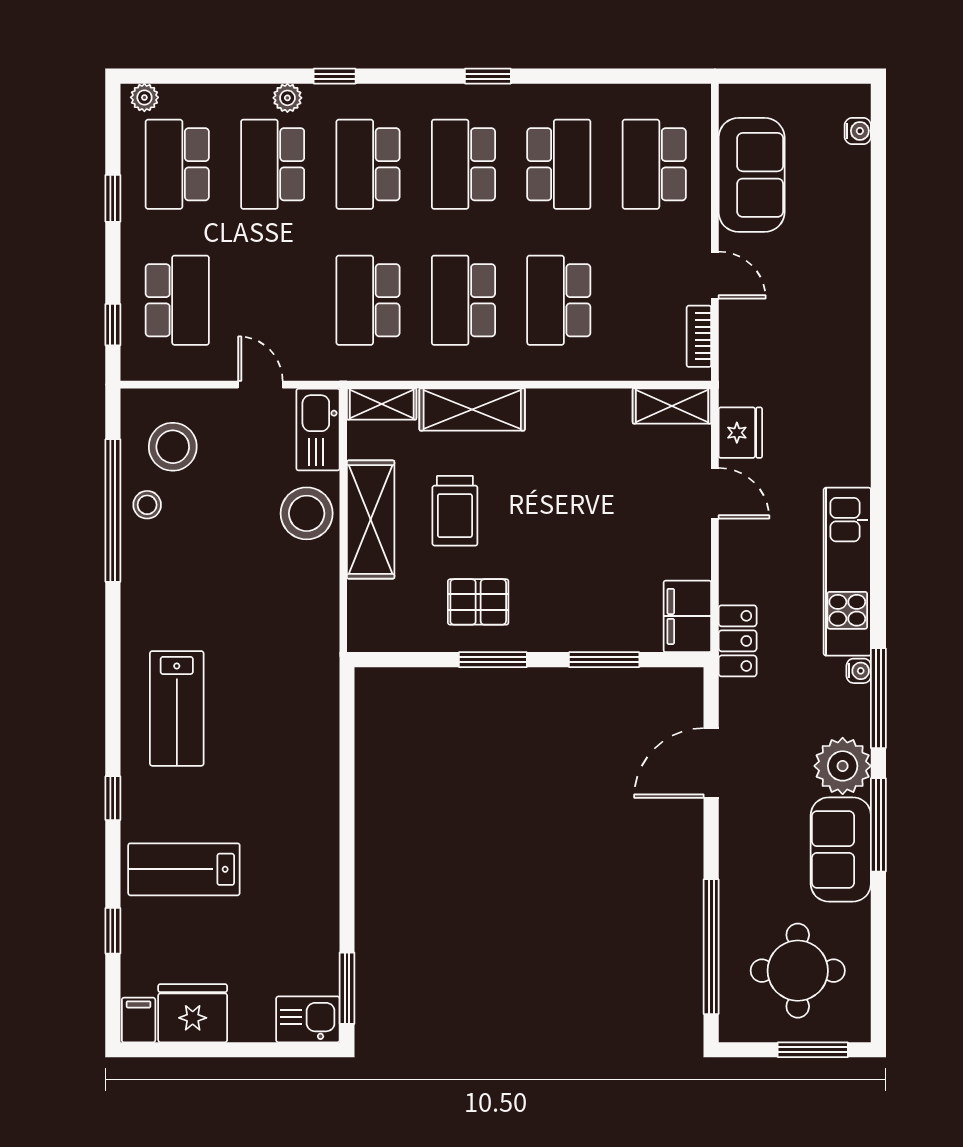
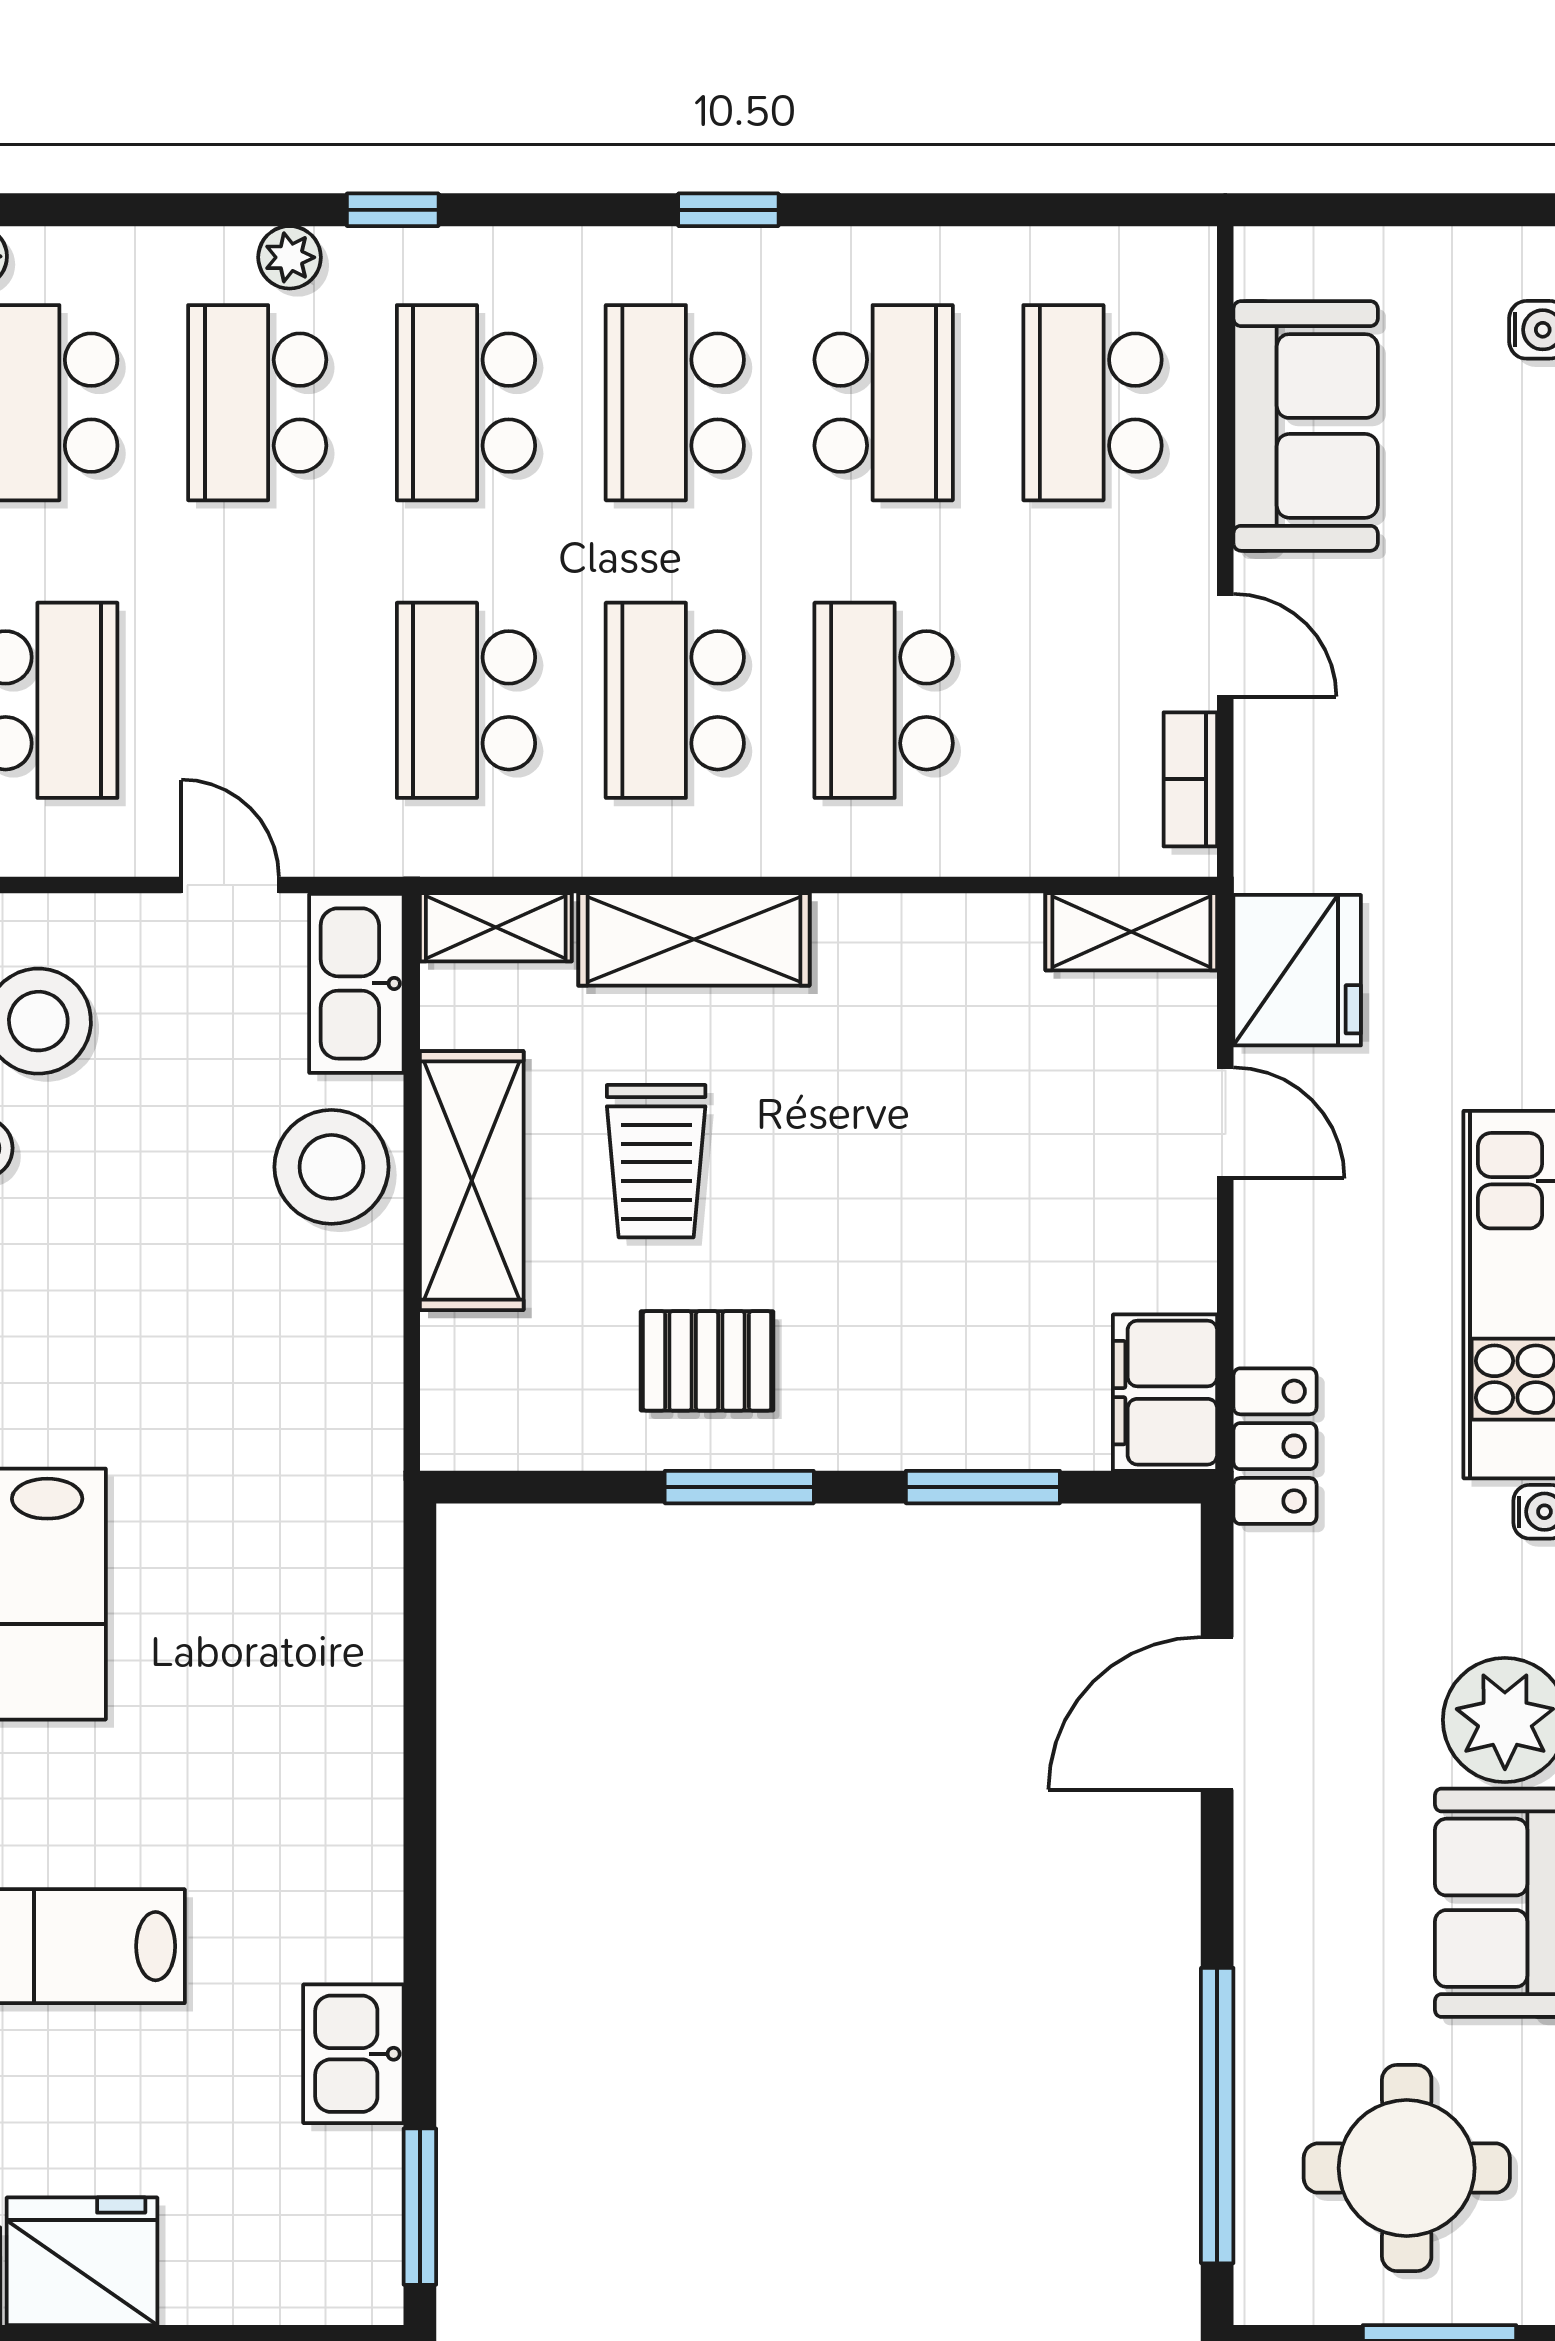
fridge: (740, 433) -> (1297, 970), width x1.36, depth x1.34
kitchen sink: (308, 1019) -> (353, 2054), moved, turned -90

